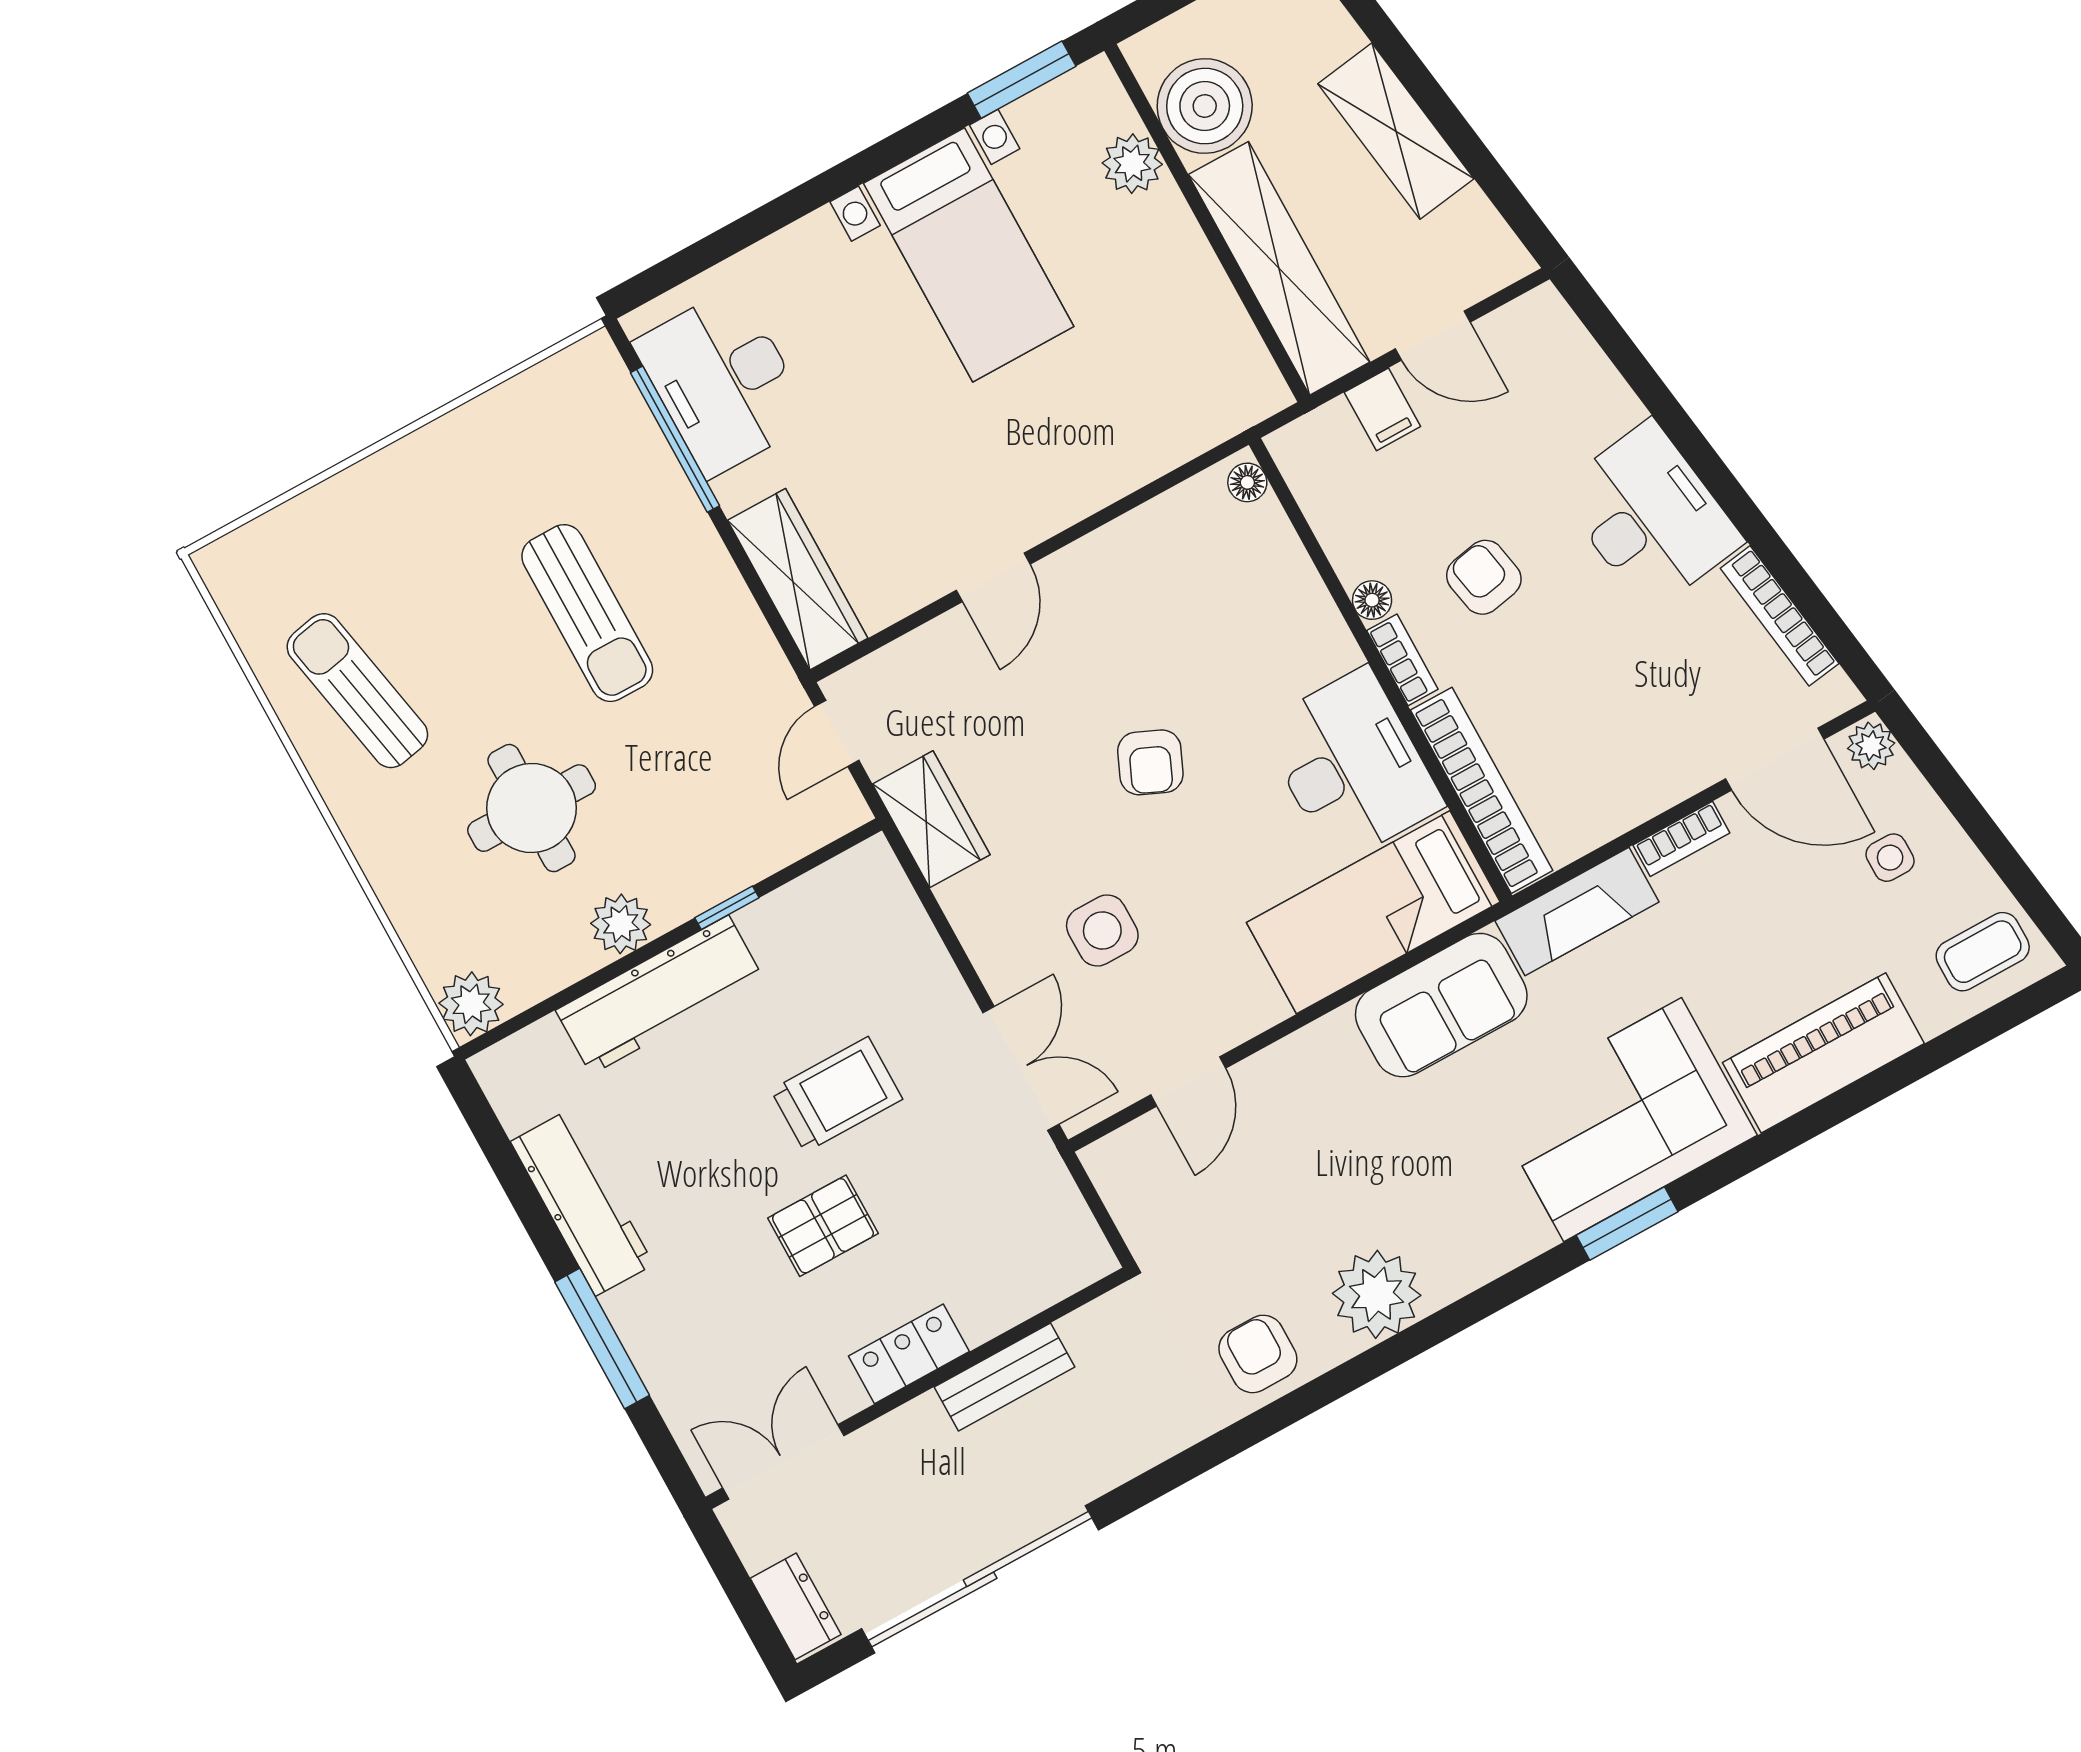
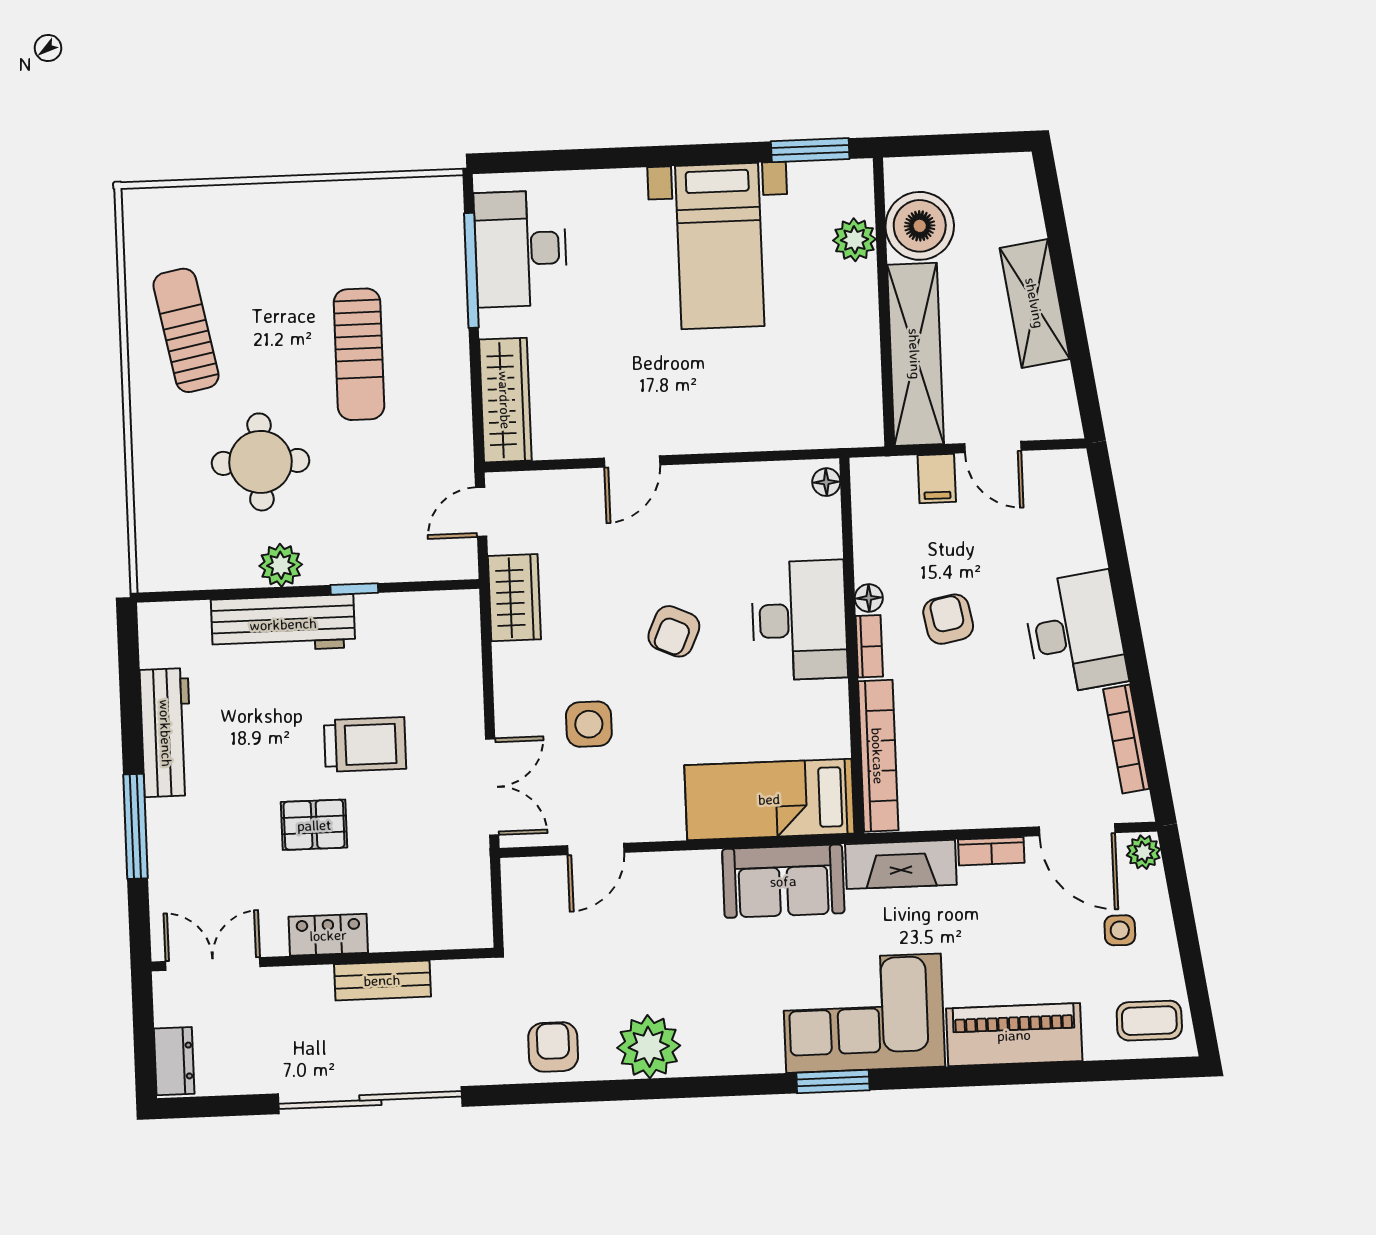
desk: (1351, 766) -> (799, 620), moved
plant: (471, 1004) -> (159, 569), removed
sliding door: (980, 1579) -> (370, 1100), moved

